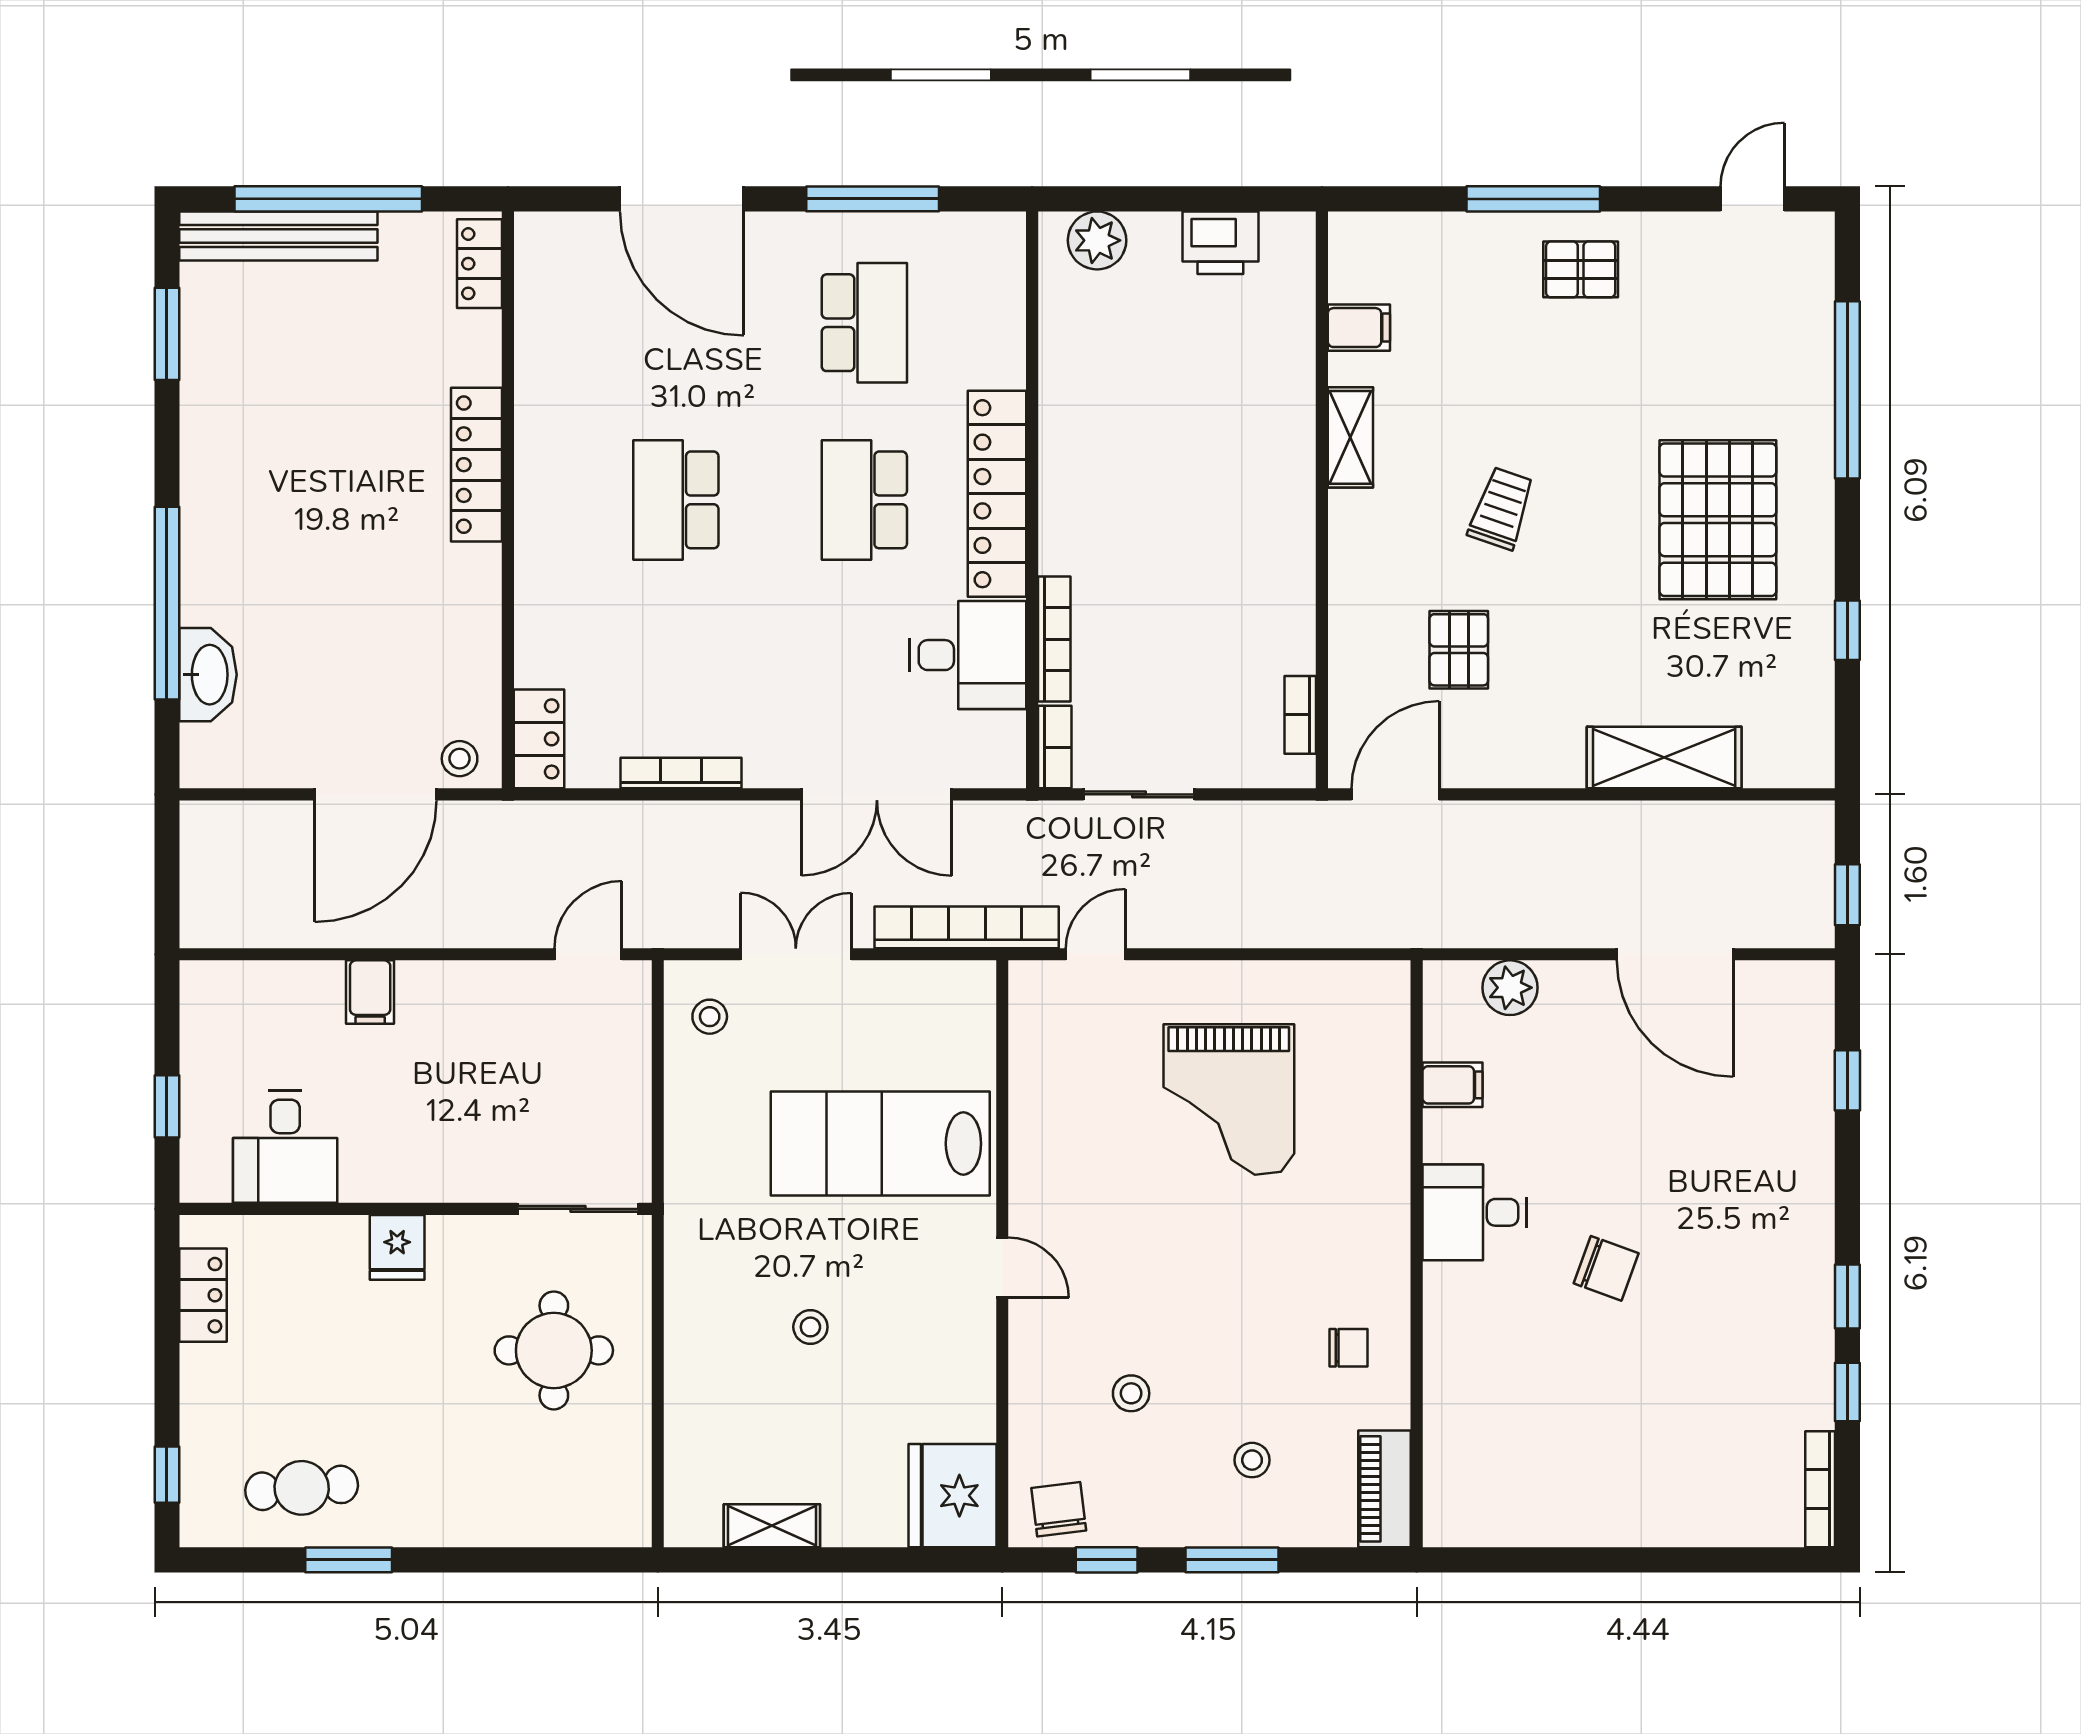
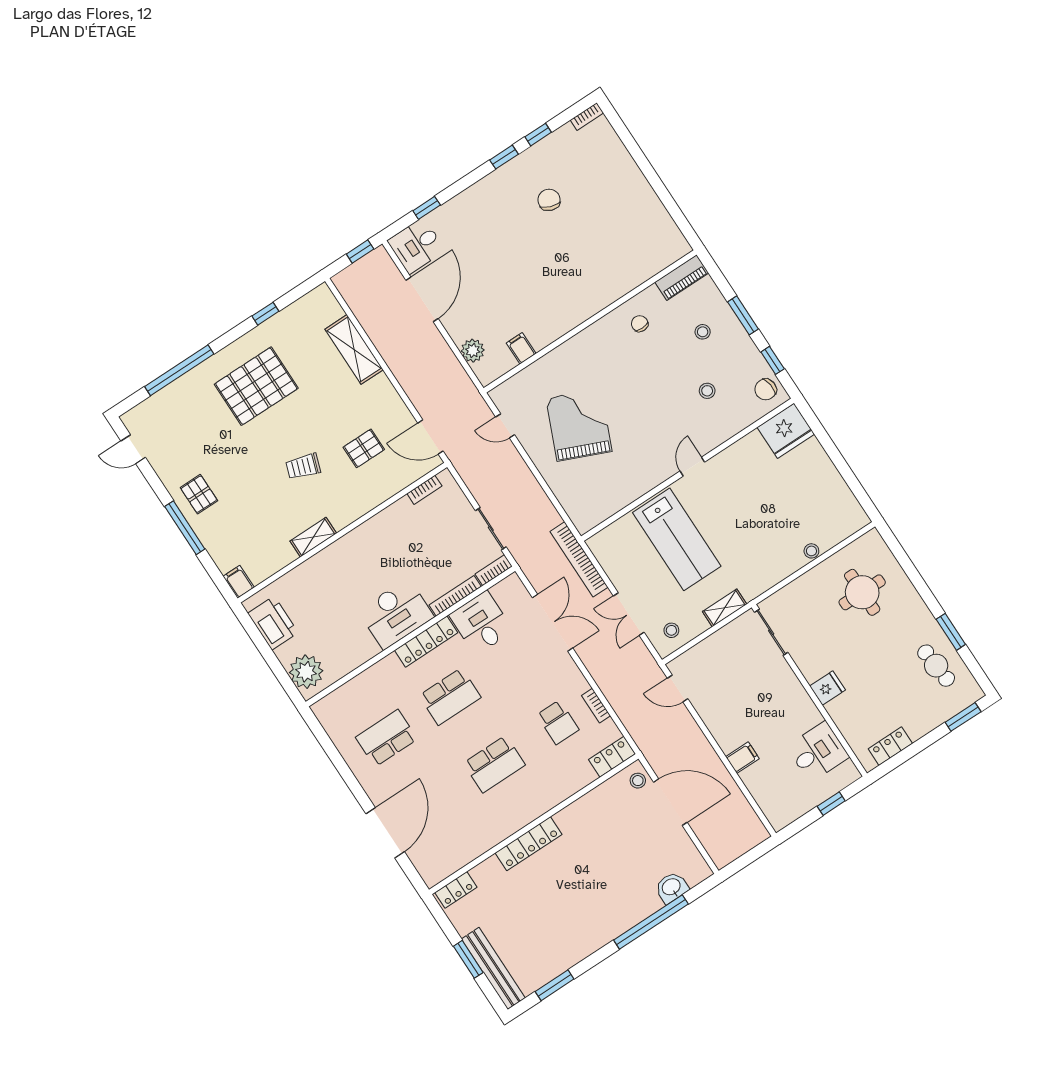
window: (328, 199) -> (468, 959), width x0.47
window: (873, 199) -> (340, 764), removed
plant: (1097, 240) -> (306, 672), width x1.36, depth x1.36
printer: (1220, 243) -> (273, 623), width x1.37, depth x1.19
filing cabinet: (1359, 328) -> (239, 582), moved
locker: (997, 494) -> (426, 642), width x0.71, depth x0.83
desk: (1095, 501) -> (396, 614), added
washbasin: (208, 675) -> (672, 887), width x0.72
school desk: (676, 677) -> (558, 722), added
bookcase: (681, 773) -> (596, 706), width x0.64
door: (1096, 954) -> (505, 426), moved
grand piano: (1229, 1099) -> (579, 425), turned -67
desk: (1474, 1212) -> (416, 246), moved, turned 90
chair: (1606, 1268) -> (549, 200), moved
stool: (810, 1327) -> (811, 551), moved
round table: (554, 1350) -> (862, 592), moved
window: (167, 1475) -> (963, 717), width x1.50
bookcase: (1820, 1489) -> (587, 117), width x0.64
shelving: (772, 1526) -> (725, 608), moved, turned 90

